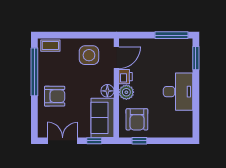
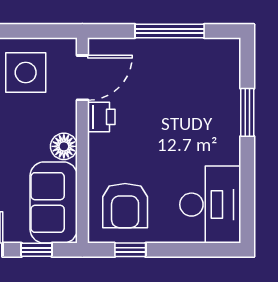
window: (171, 35) -> (170, 31), moved
window: (196, 58) -> (247, 112), moved
plant: (126, 92) -> (103, 149), removed
desk: (178, 92) -> (210, 205), moved

